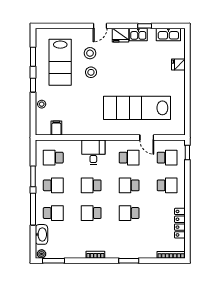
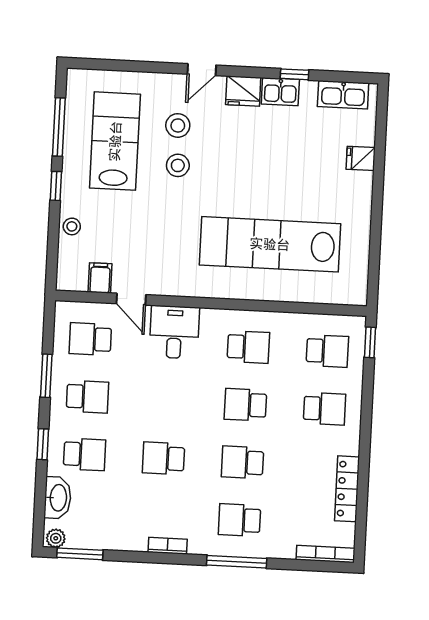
window: (33, 57) -> (59, 127), width x1.44
lab bench: (60, 62) -> (115, 141), turned 180
door: (147, 138) -> (131, 299), moved
school desk: (91, 185) -> (240, 520), moved
window: (33, 209) -> (43, 444), width x0.46
window: (129, 261) -> (237, 562), width x1.44

